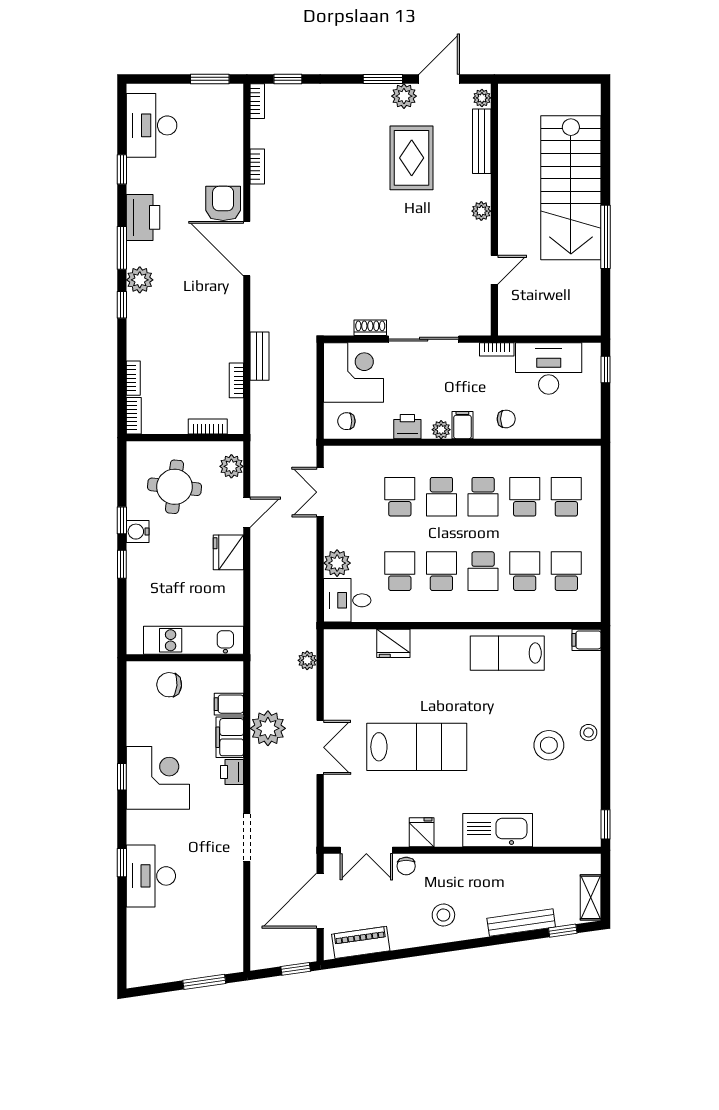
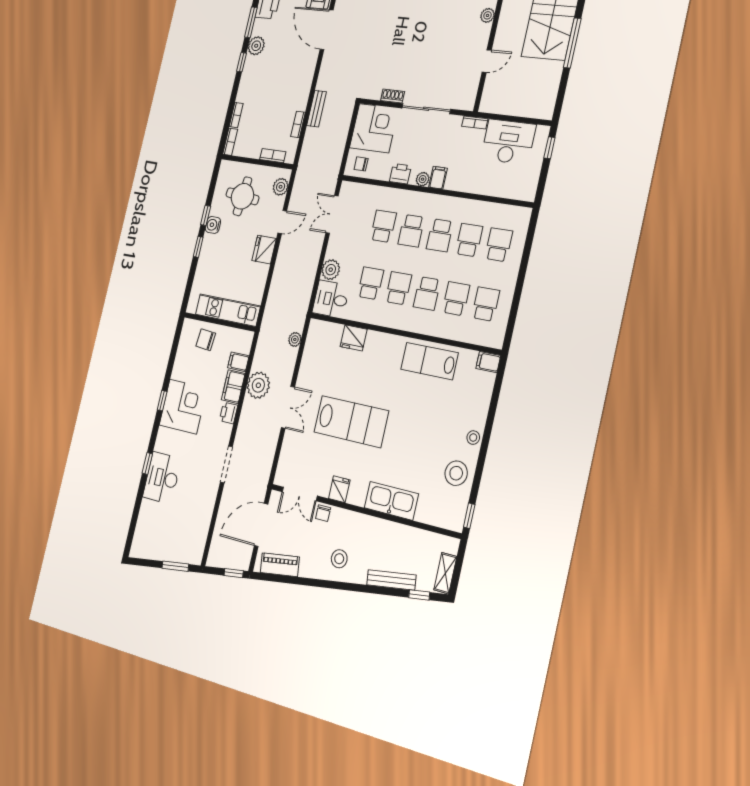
chair: (506, 419) -> (469, 177), removed
stool: (549, 745) -> (456, 473), moved

